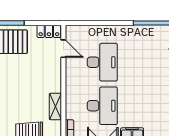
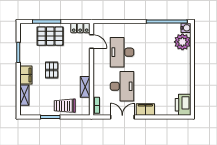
desk: (102, 62) -> (122, 52), turned 180
pallet: (12, 85) -> (52, 70), added

